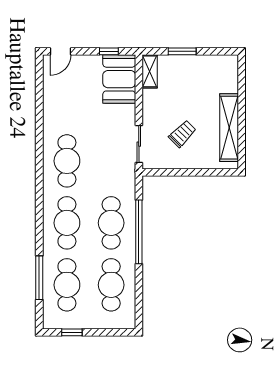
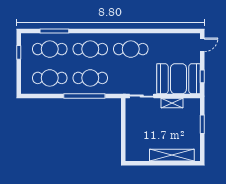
door: (61, 51) -> (202, 45), swing flipped
shelving: (150, 71) -> (172, 103), moved
booth: (119, 79) -> (178, 79), width x1.36, depth x1.42
shelving: (229, 128) -> (172, 155), moved
trolley: (182, 134) -> (148, 125), removed

